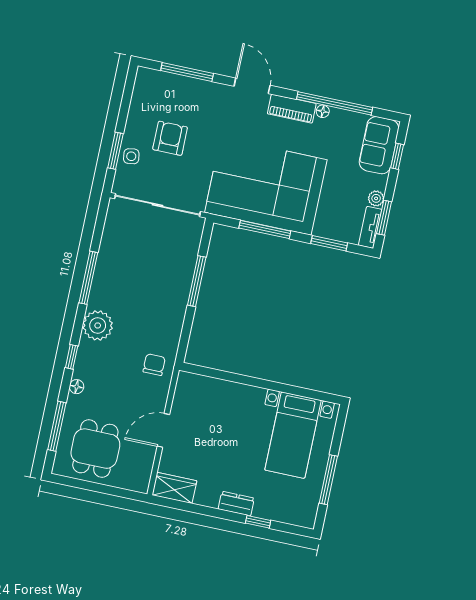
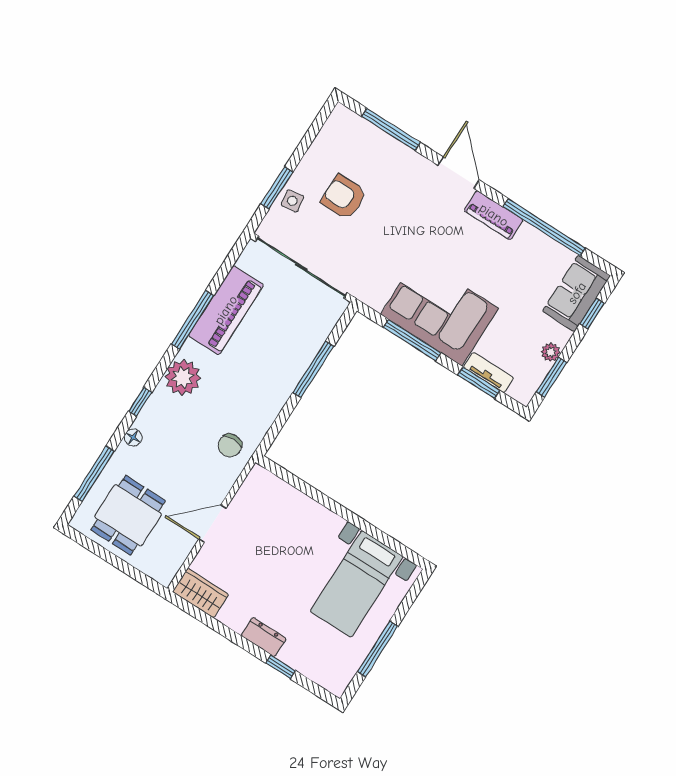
floor lamp: (323, 111) -> (527, 231), removed
armchair: (170, 138) -> (344, 197), turned -90
corner sofa: (266, 186) -> (440, 311), width x0.73, depth x0.74
tv unit: (370, 227) -> (489, 372), moved, turned 90
piano: (112, 261) -> (226, 310), added
chair: (154, 365) -> (230, 446), turned 180

